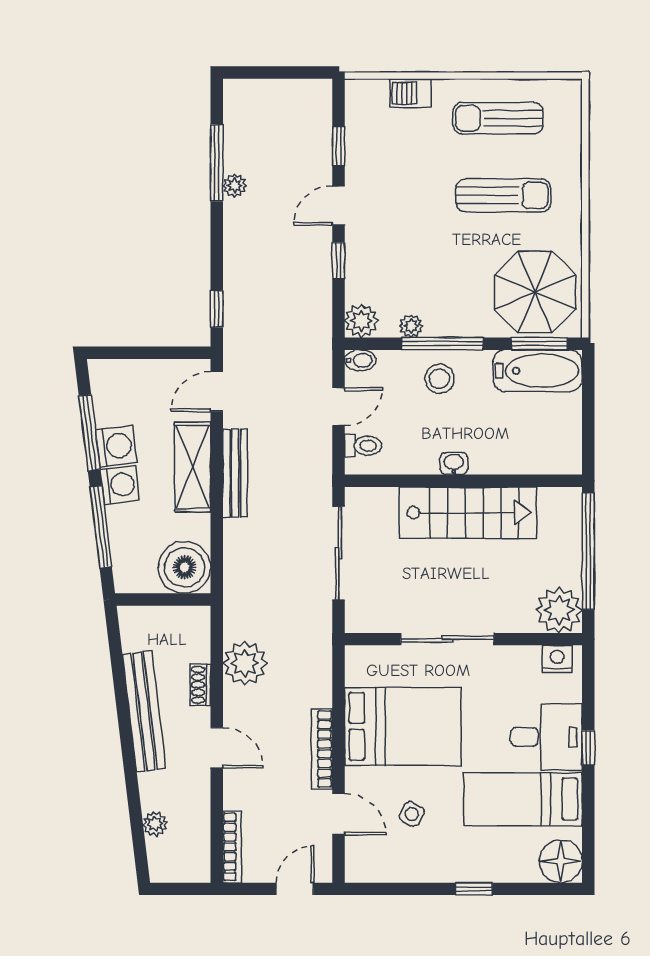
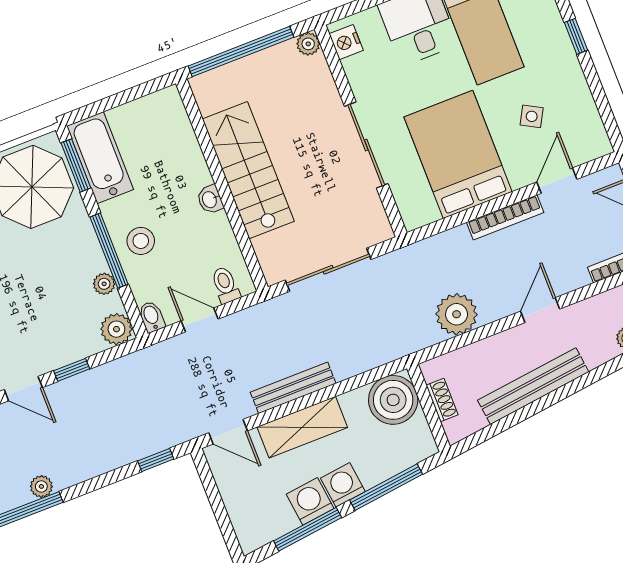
plant: (559, 610) -> (308, 44), width x0.53, depth x0.53
shoe rack: (200, 685) -> (442, 400), moved, turned -90

